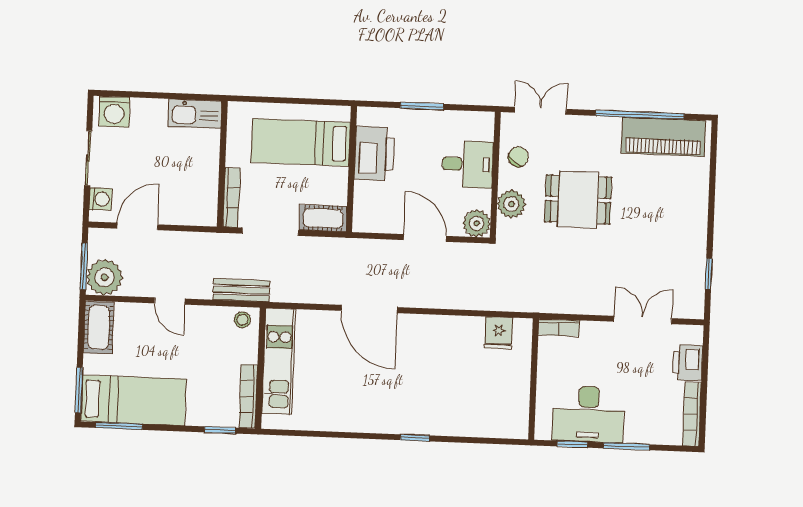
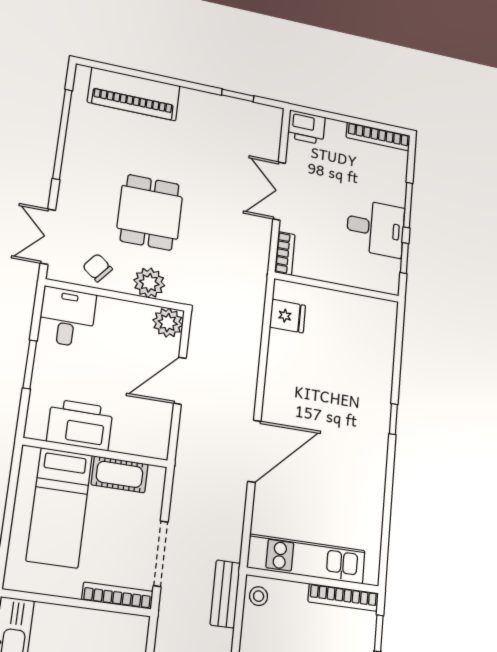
piano: (663, 137) -> (134, 94), moved, turned 90
desk: (468, 164) -> (67, 317), moved
cot: (323, 218) -> (120, 474), moved, turned 90
double door: (643, 320) -> (279, 191), moved
printer: (688, 363) -> (306, 127), moved
desk: (588, 414) -> (375, 228), width x0.73

